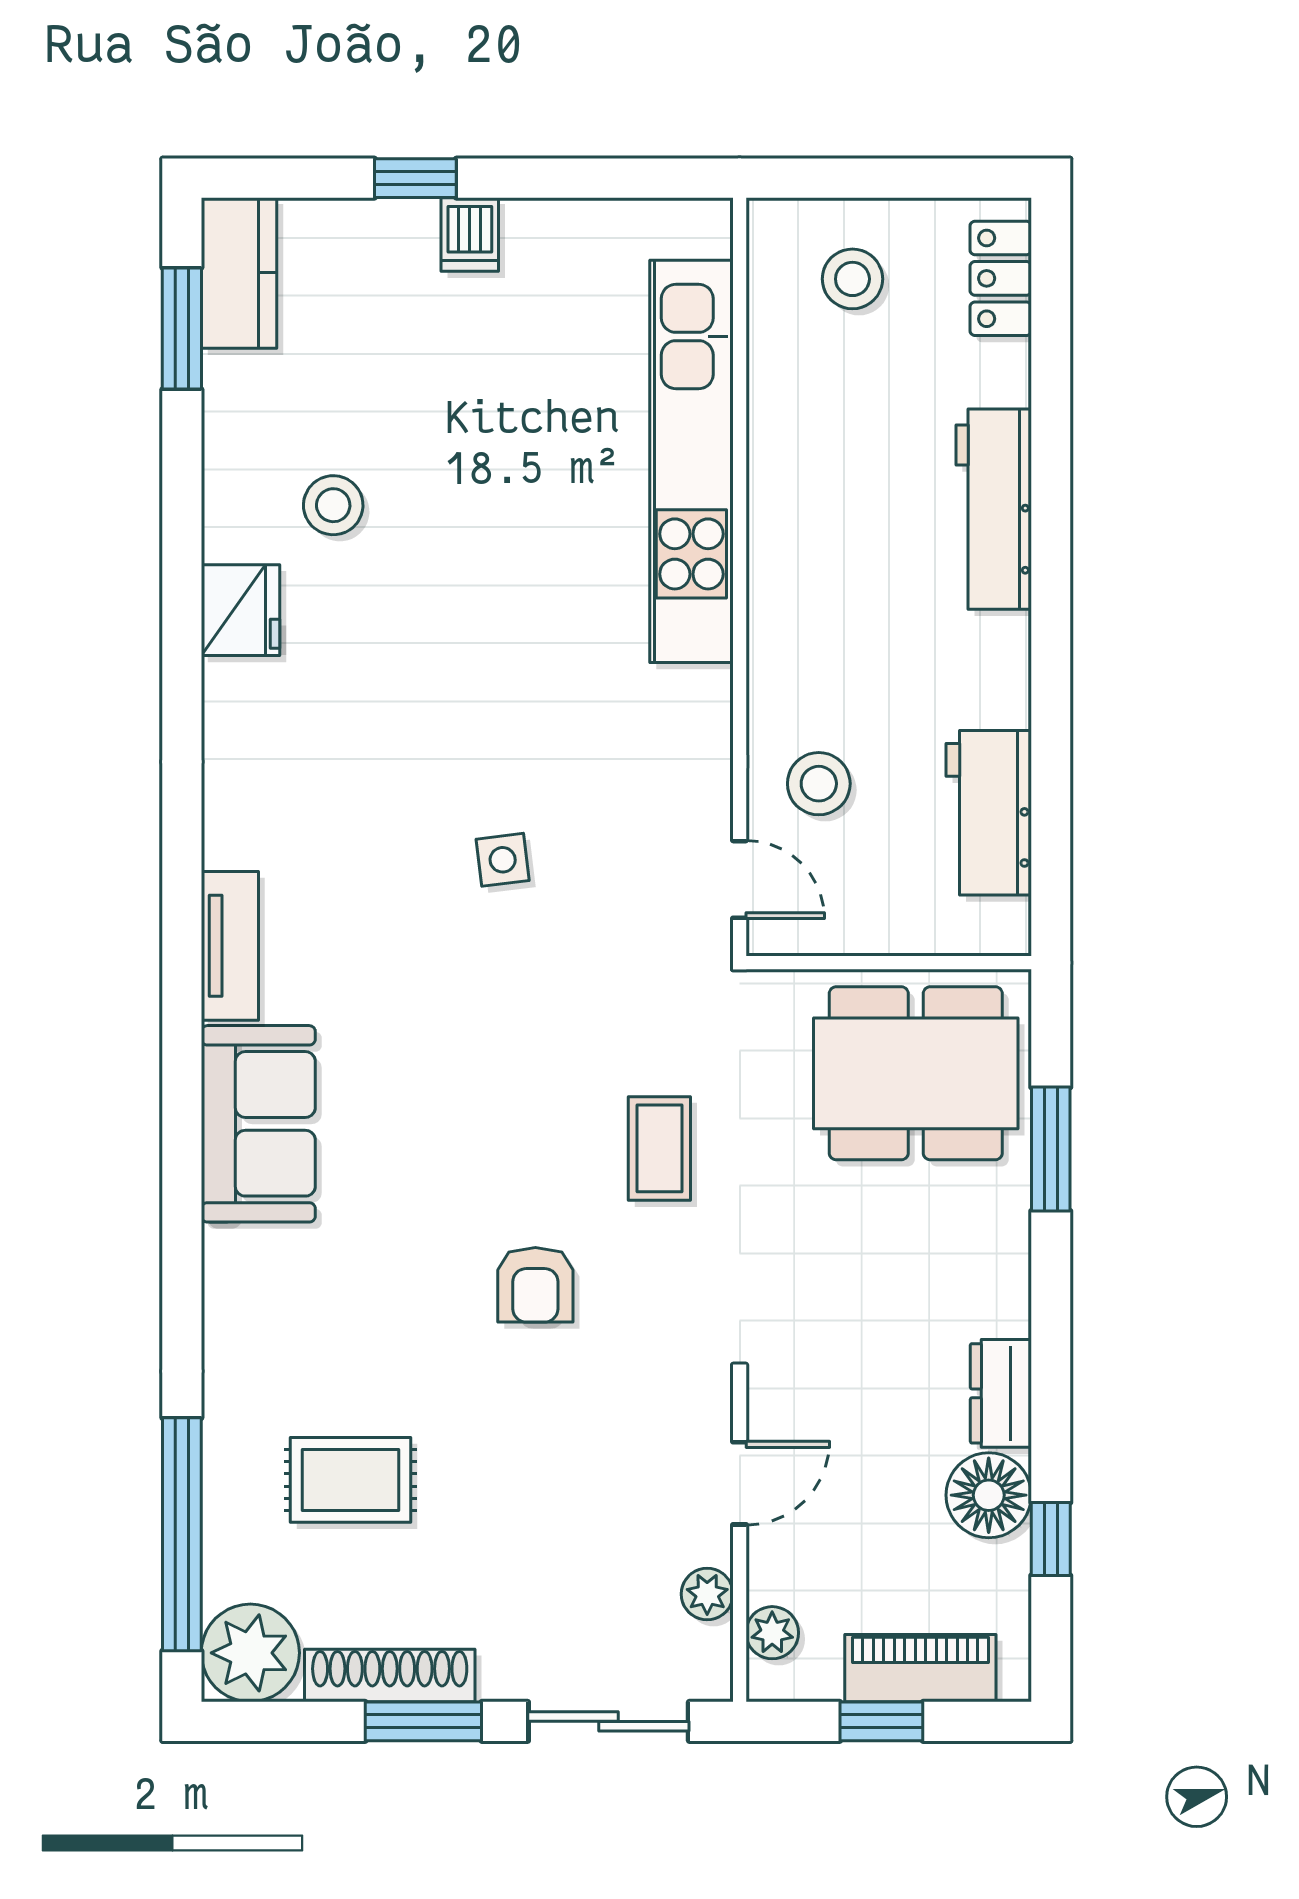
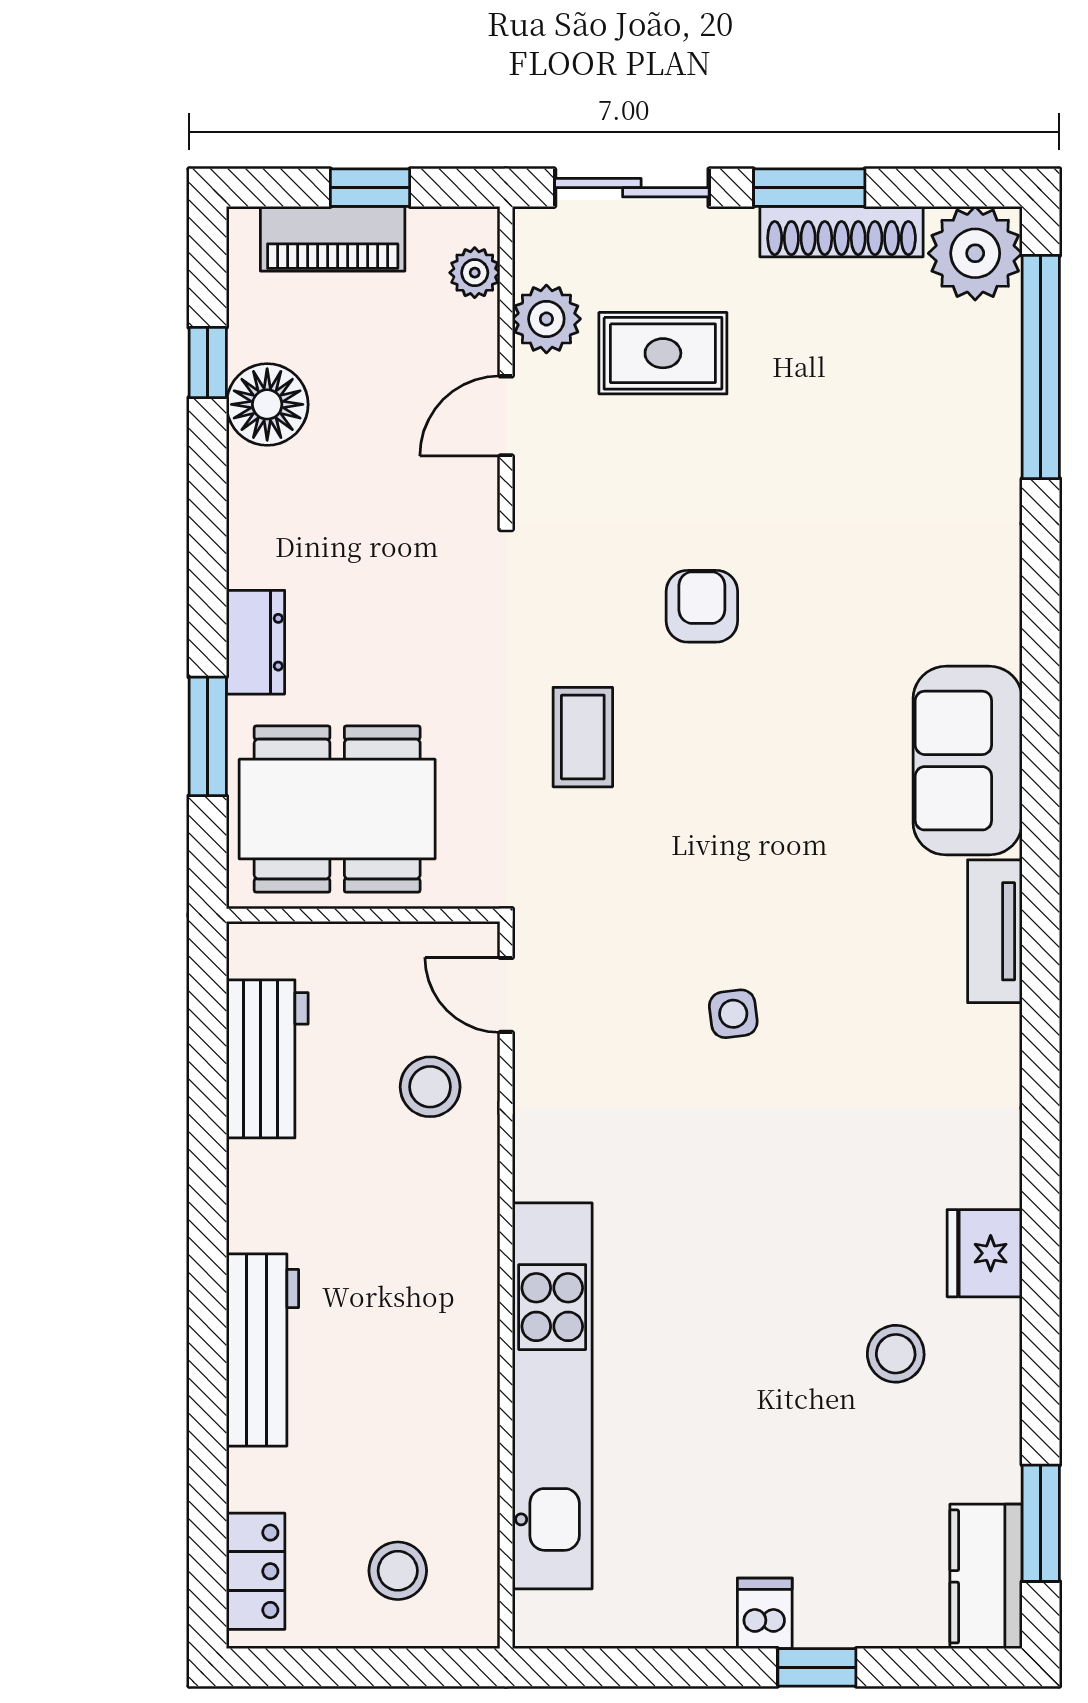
dresser: (1001, 1393) -> (255, 642), moved
rug: (351, 1480) -> (663, 353), moved
plant: (707, 1594) -> (546, 319), width x1.38, depth x1.38

